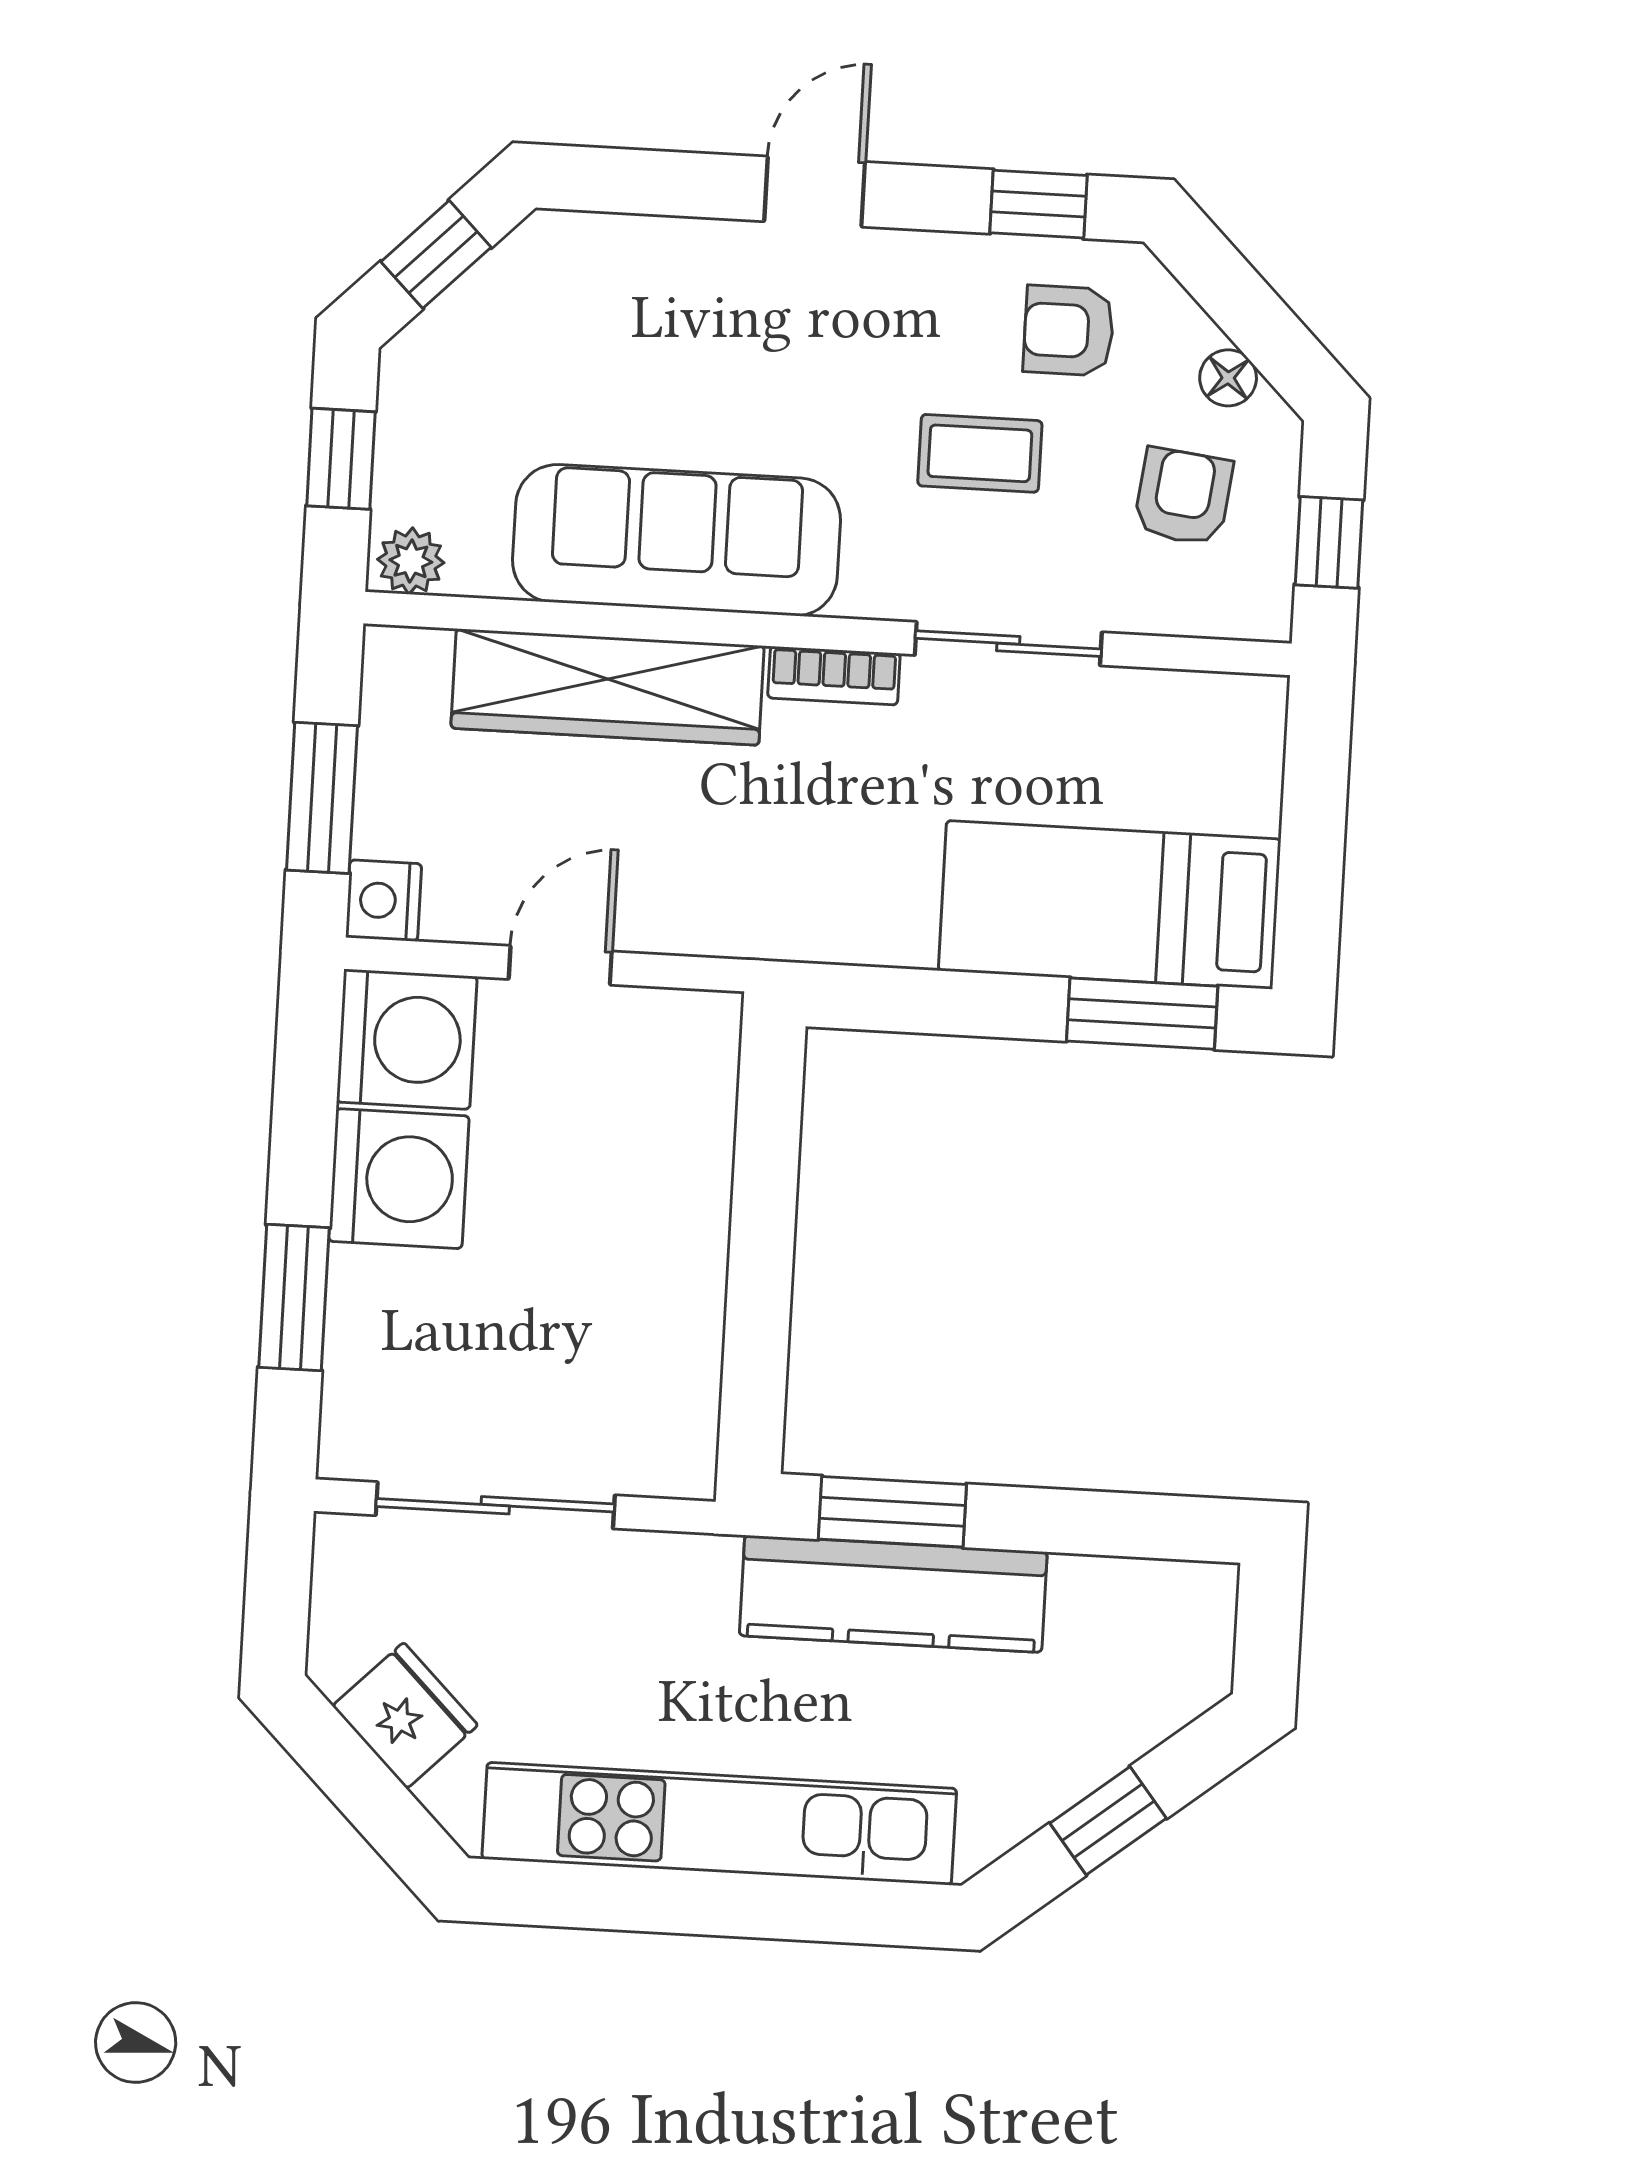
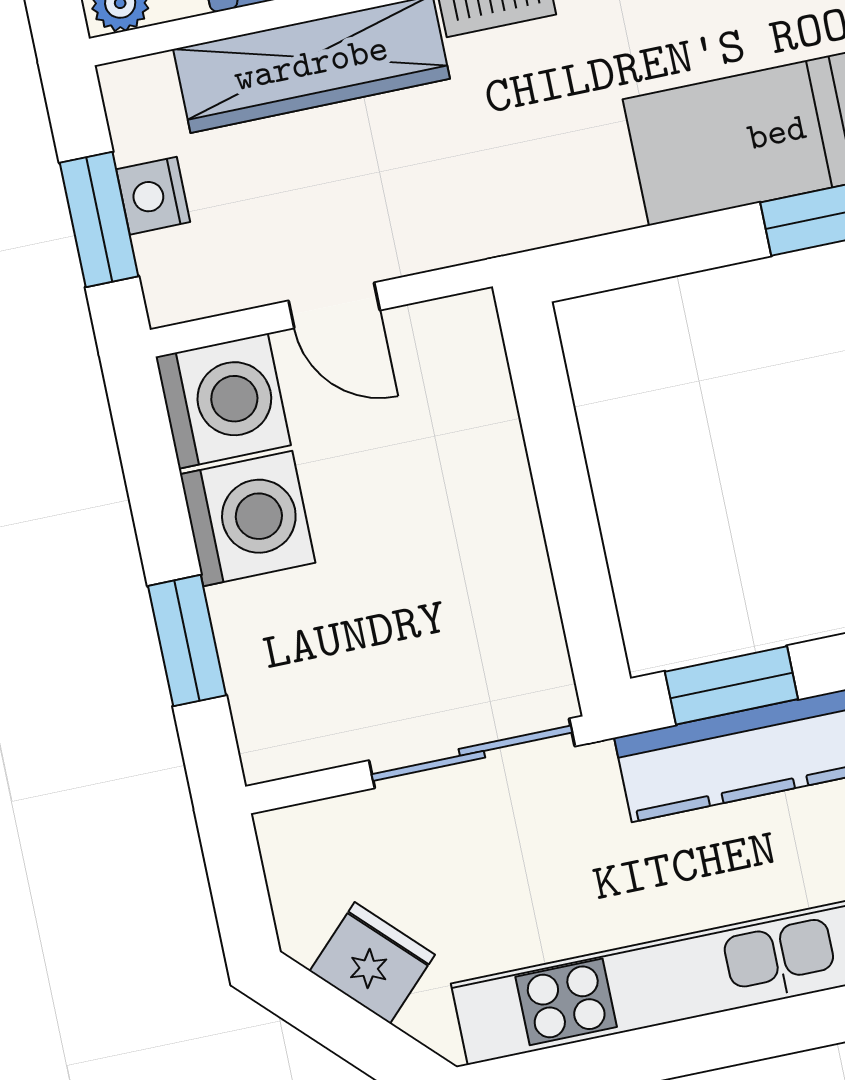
nightstand: (384, 901) -> (153, 196), moved
door: (560, 965) -> (334, 305), swing flipped
sliding door: (495, 1505) -> (472, 753), moved

